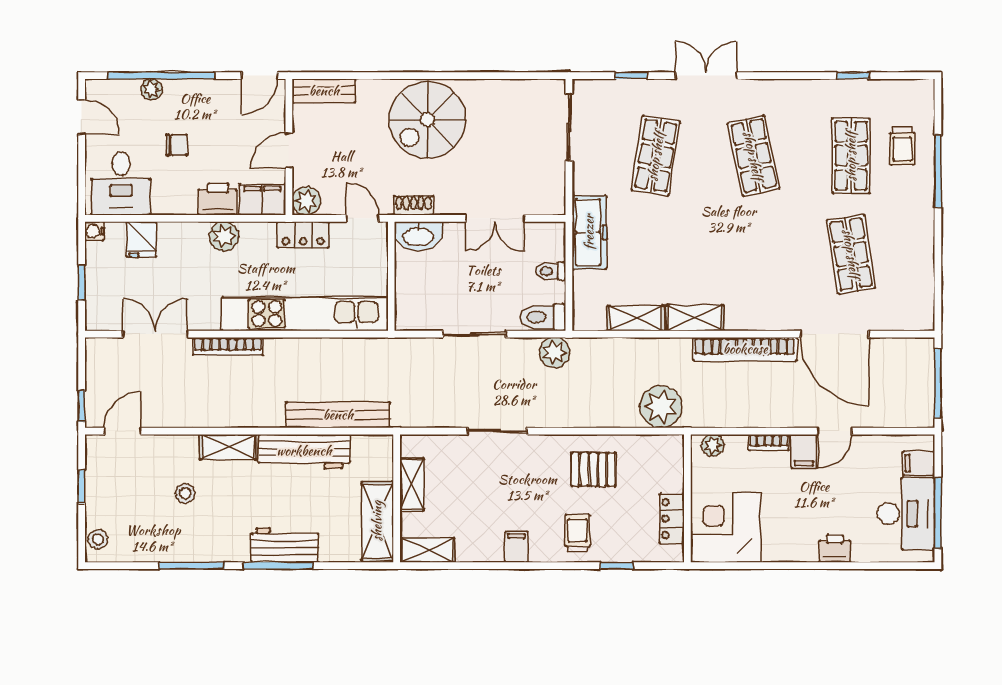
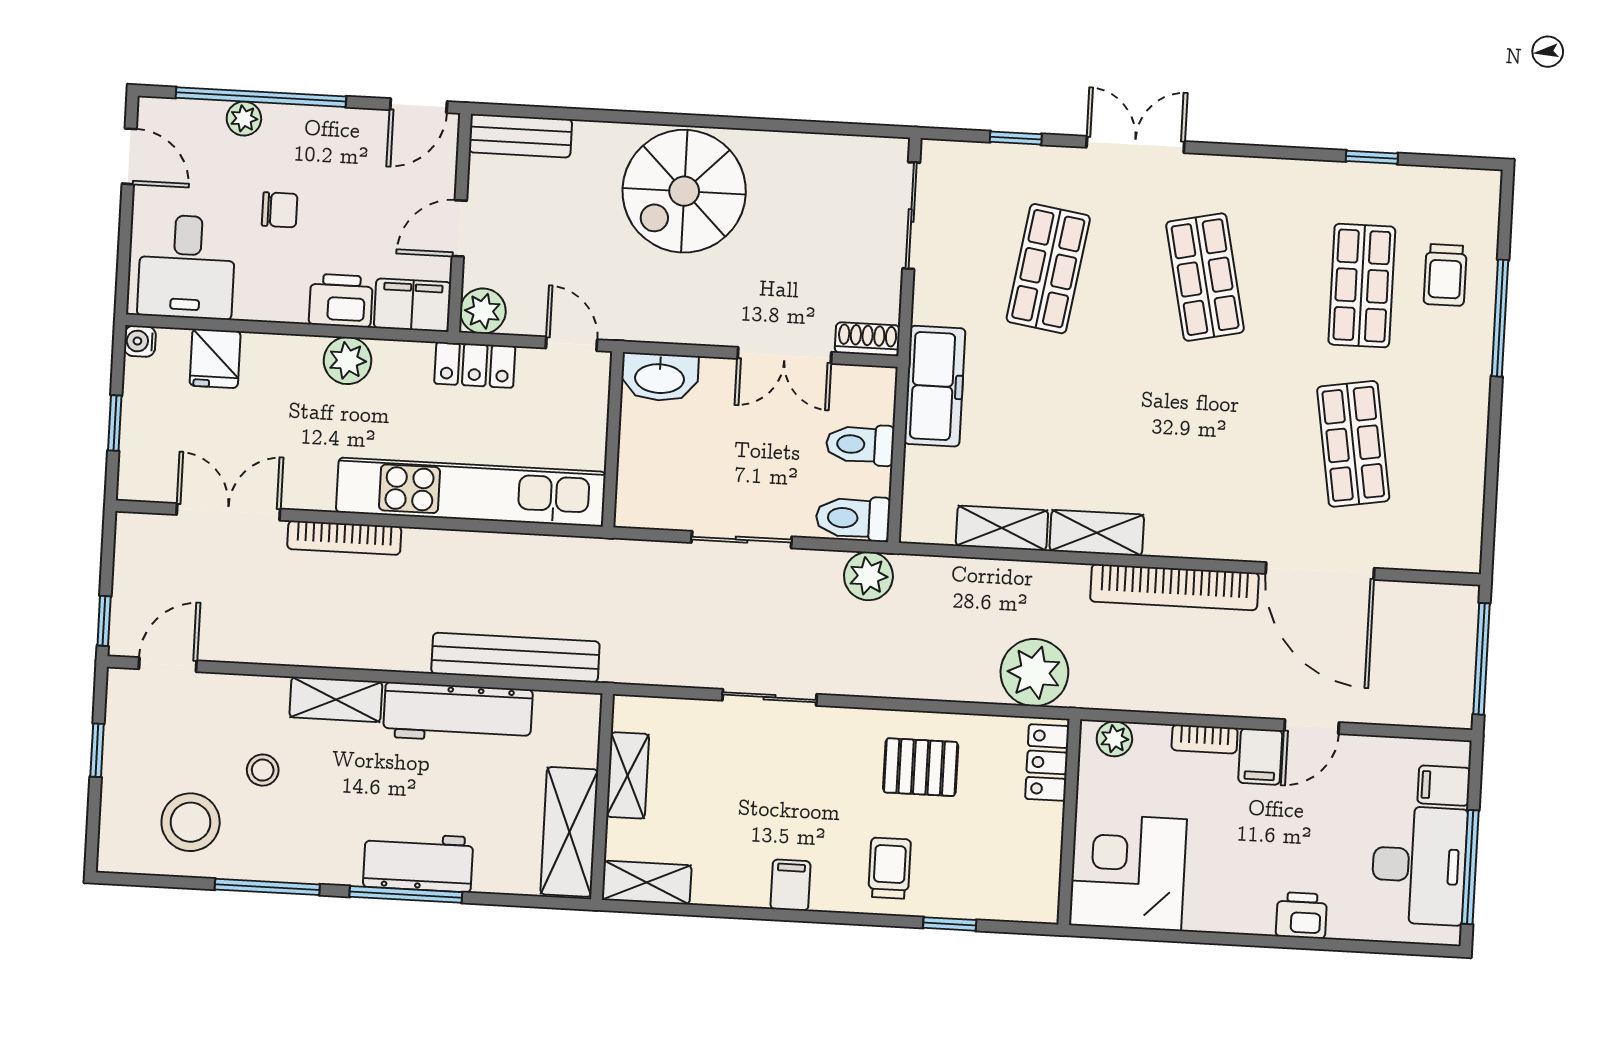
shoe rack: (414, 205) -> (867, 339), moved
toilet: (551, 271) -> (860, 445), width x1.37, depth x1.39
locker: (672, 519) -> (1047, 762), moved
stool: (98, 539) -> (191, 822), moved, width x1.89, depth x1.89

